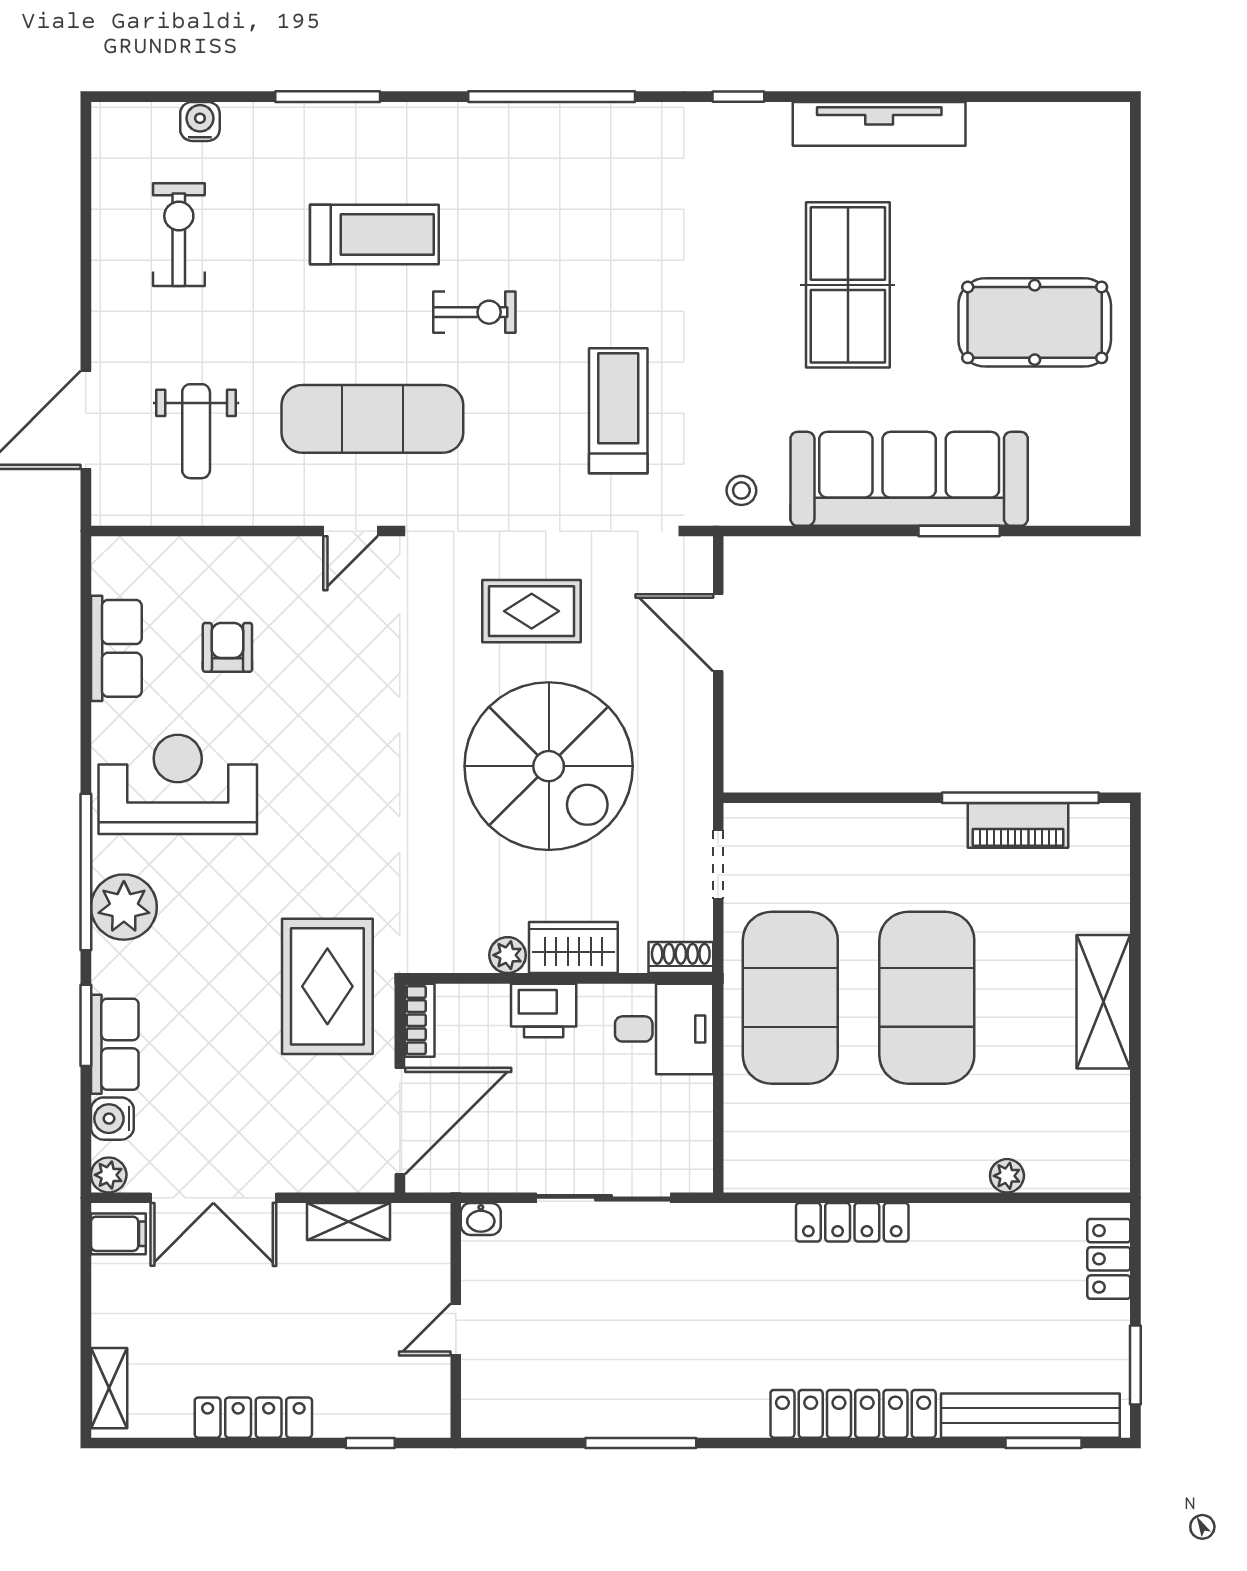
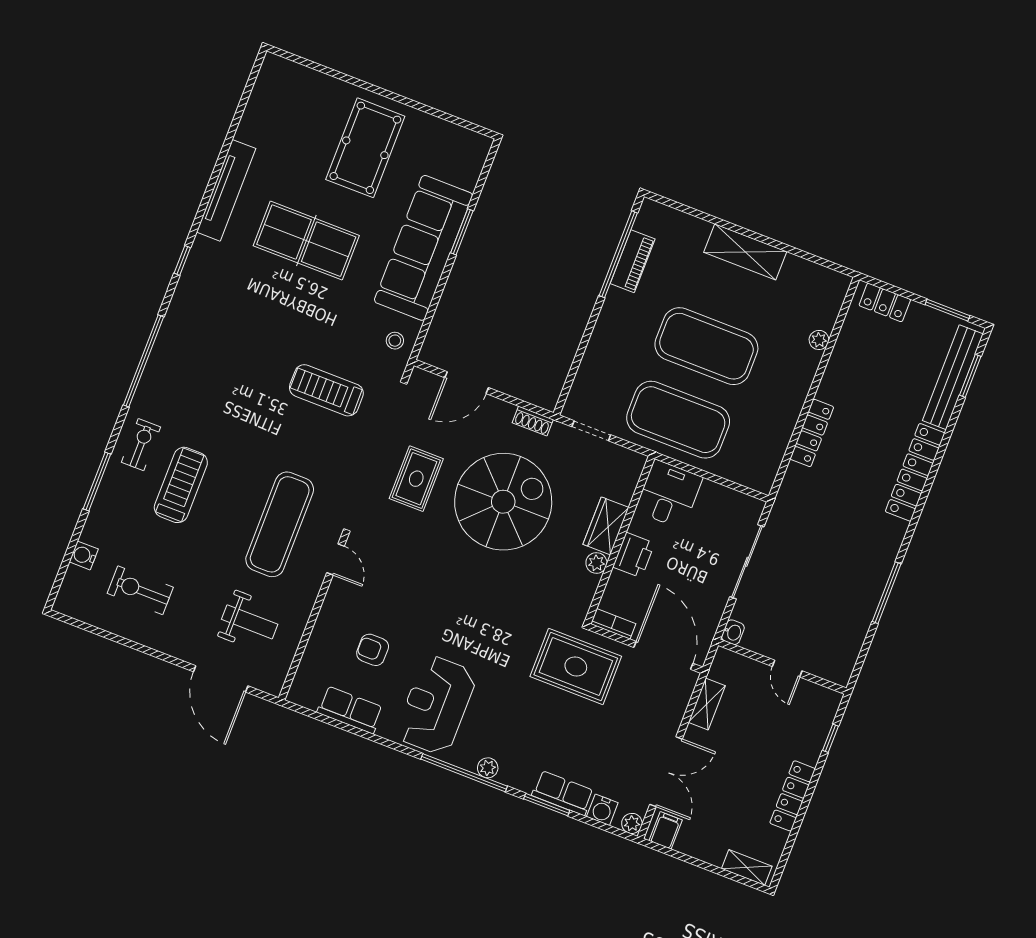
exercise bike: (474, 312) -> (141, 445), moved
plant: (124, 907) -> (488, 768), width x0.53, depth x0.53
shoe rack: (681, 958) -> (533, 421), moved, turned -90

